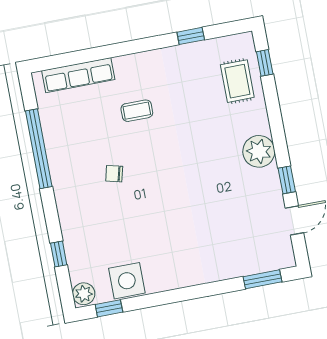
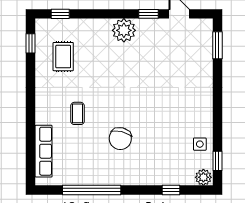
window: (191, 36) -> (31, 43), moved
rug: (237, 81) -> (63, 57), moved, turned 90
chair: (114, 174) -> (120, 139), width x1.87, depth x1.87
side table: (127, 281) -> (200, 144), width x0.54, depth x0.54

